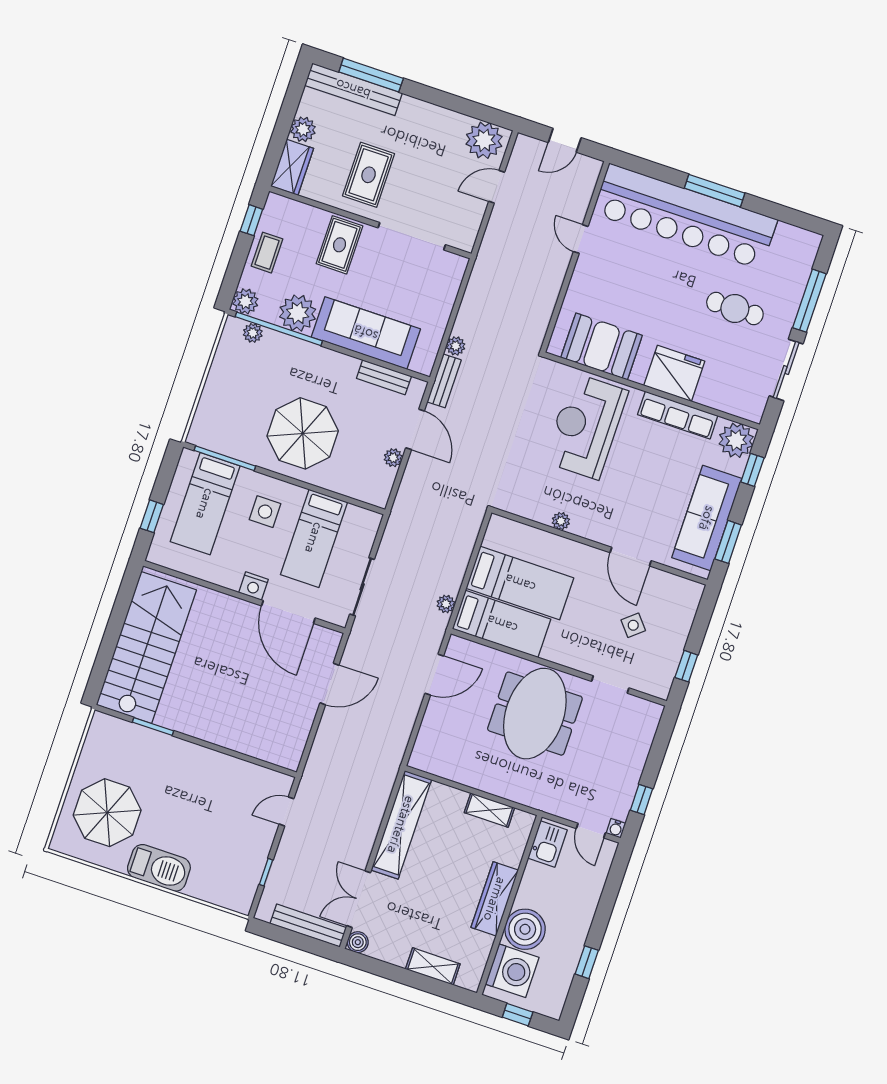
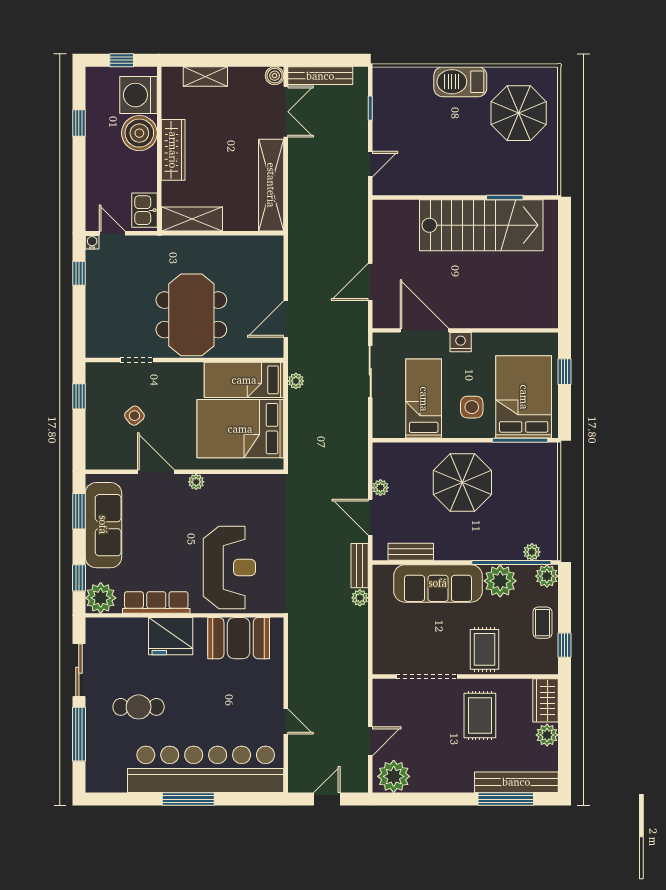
bed: (205, 504) -> (524, 397), width x1.50
plant: (561, 521) -> (196, 482), moved
bed: (520, 583) -> (240, 429), width x1.50
stairs: (146, 647) -> (481, 225), moved, turned -90
shelving: (489, 810) -> (192, 219), width x1.50, depth x1.33

